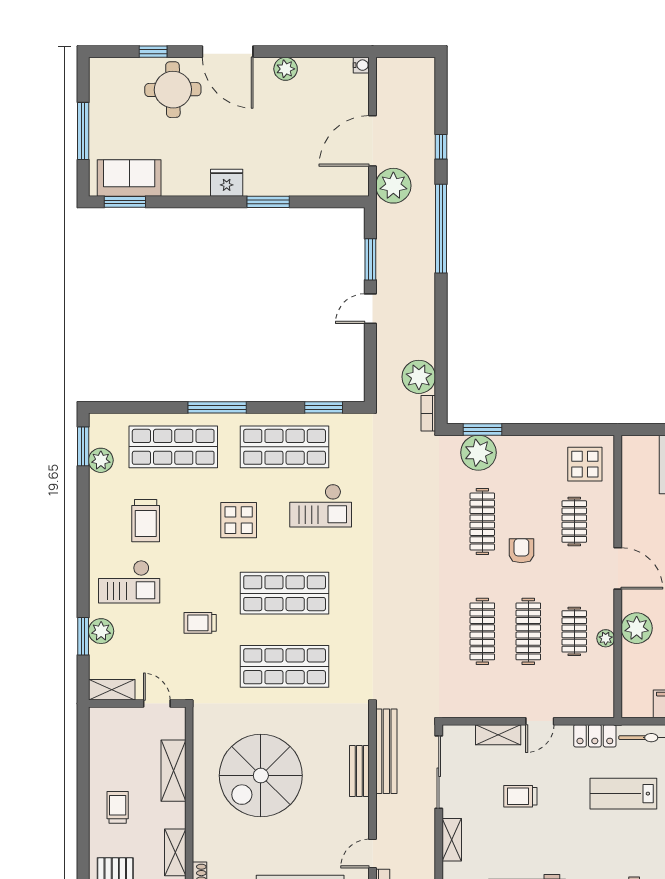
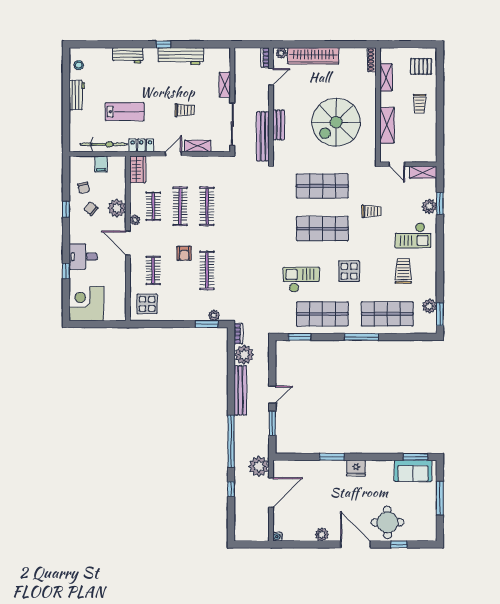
bench: (425, 316) -> (240, 390), added
plant: (478, 453) -> (214, 315), width x0.53, depth x0.53
checkout: (129, 582) -> (413, 235), turned 180
plant: (606, 638) -> (135, 220), moved
wardrobe: (601, 695) -> (138, 169), added
spiral stairs: (261, 776) -> (336, 122), turned 180

